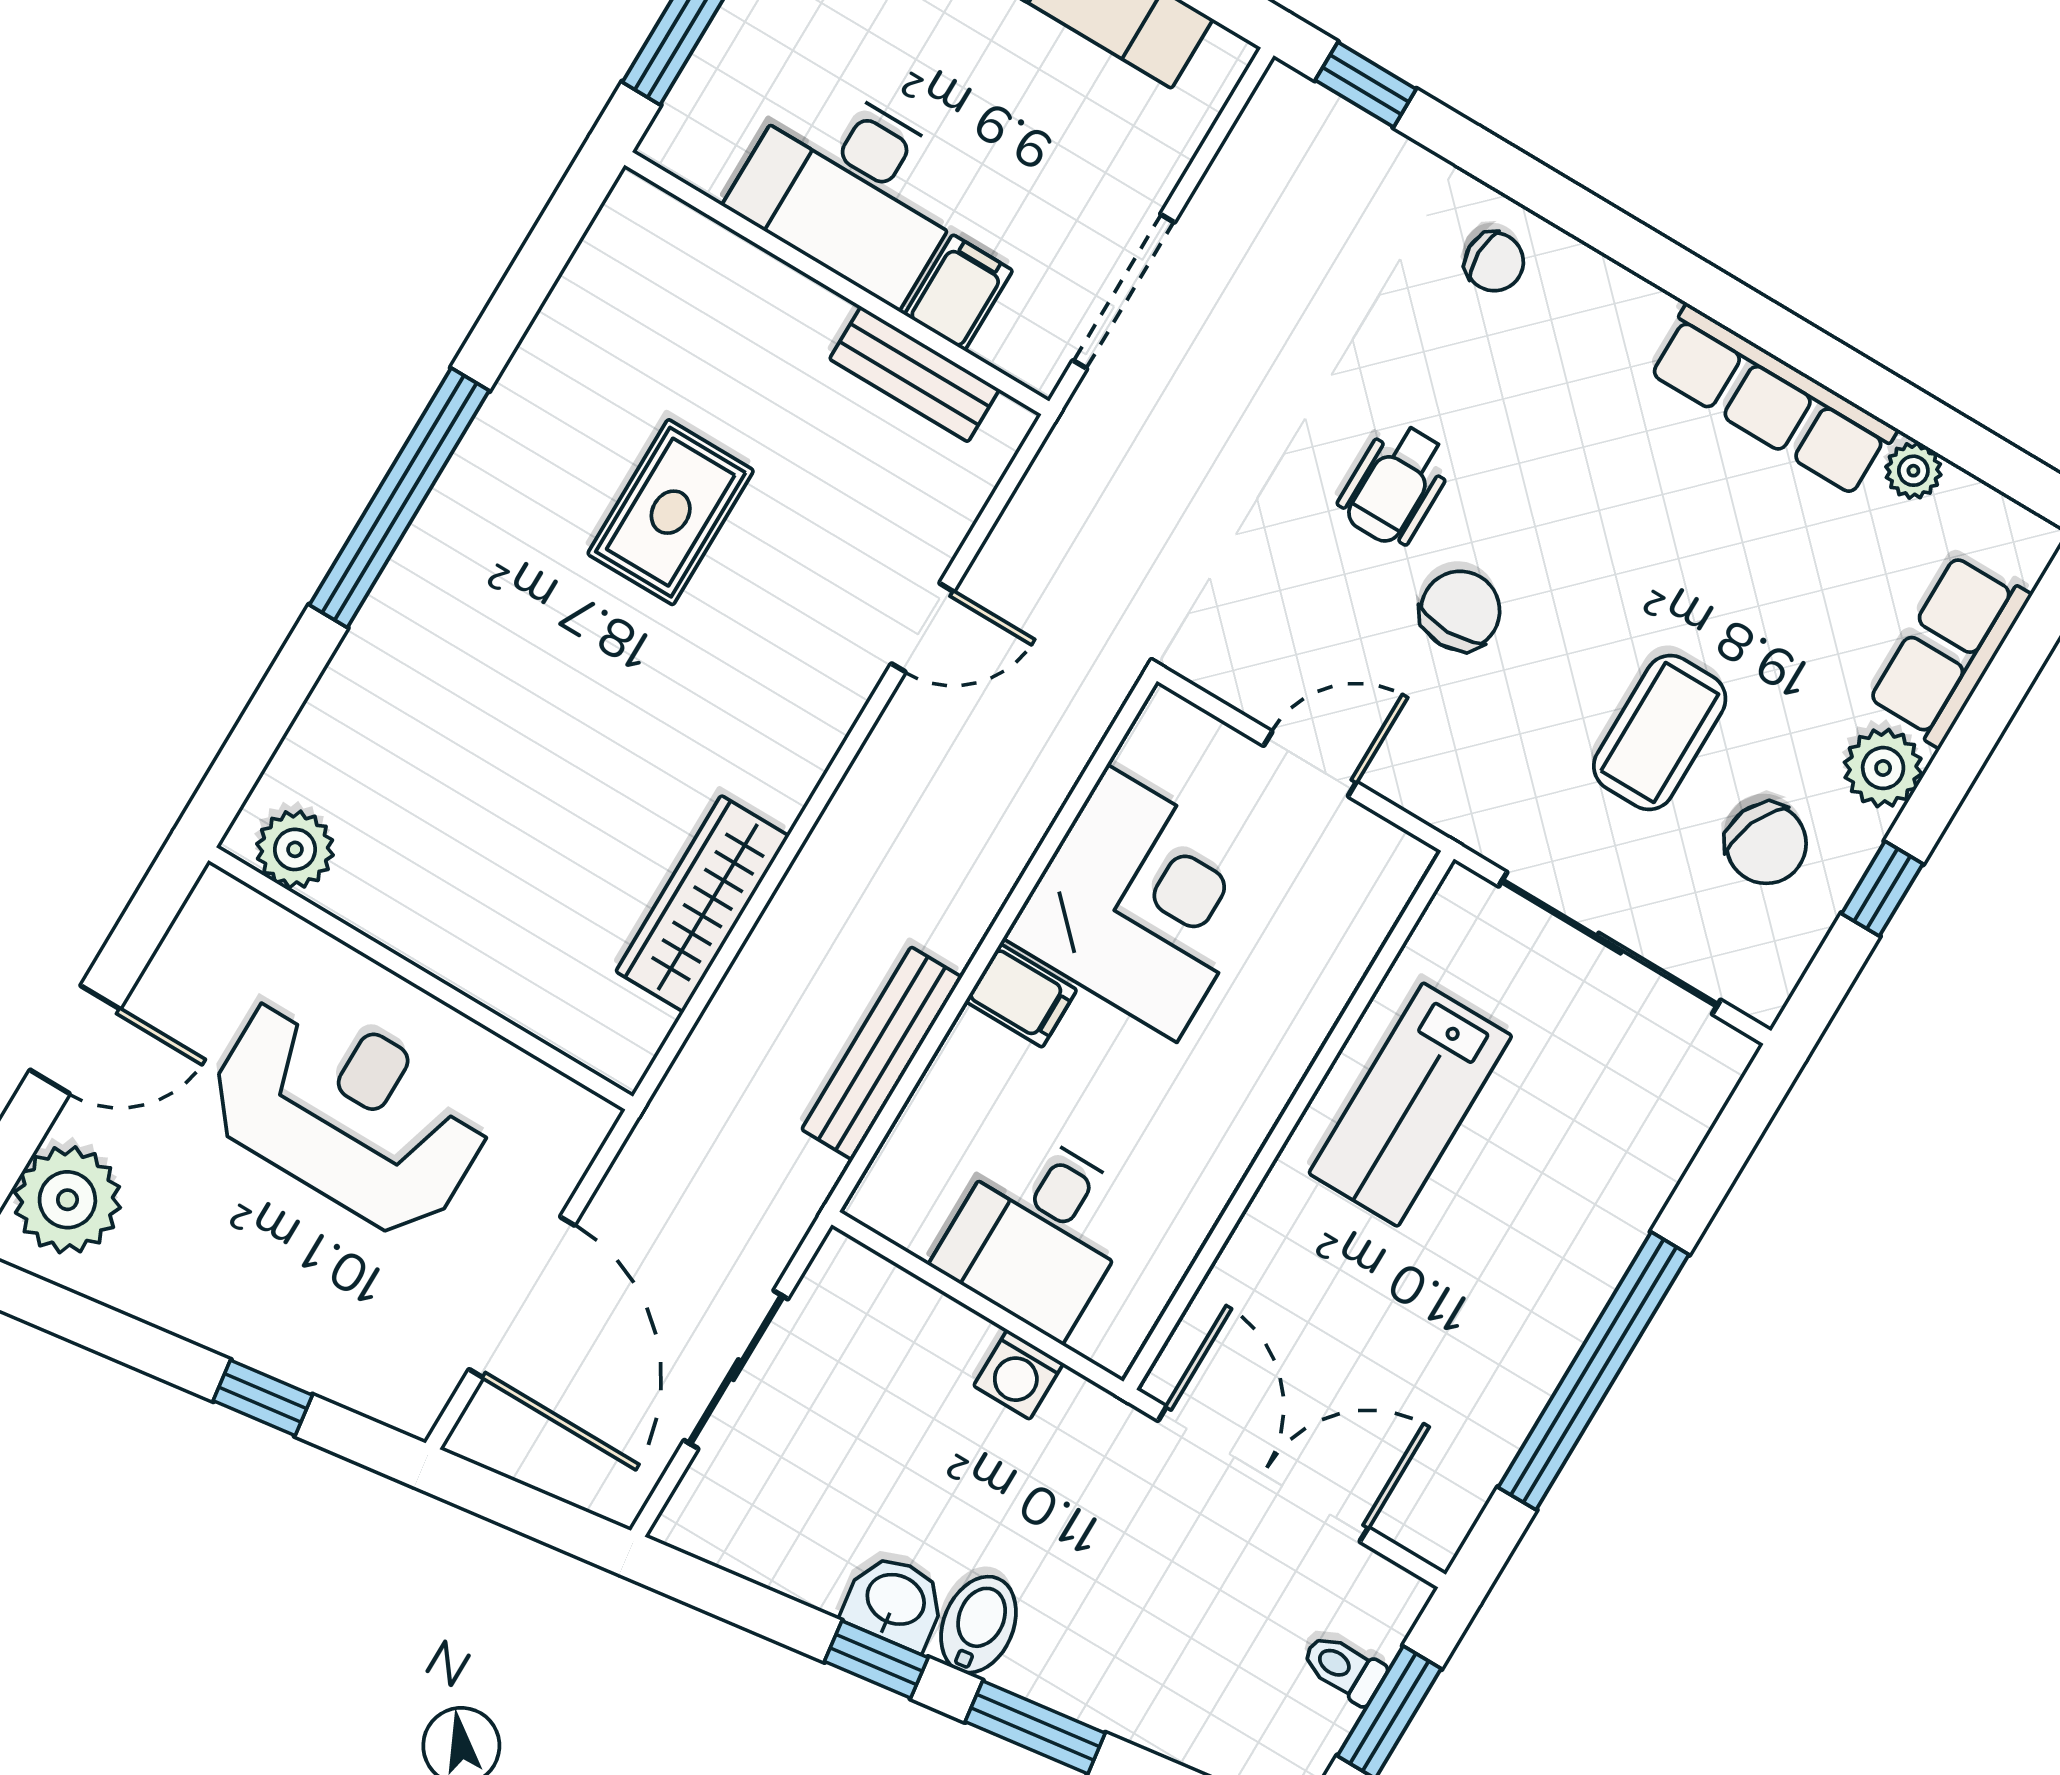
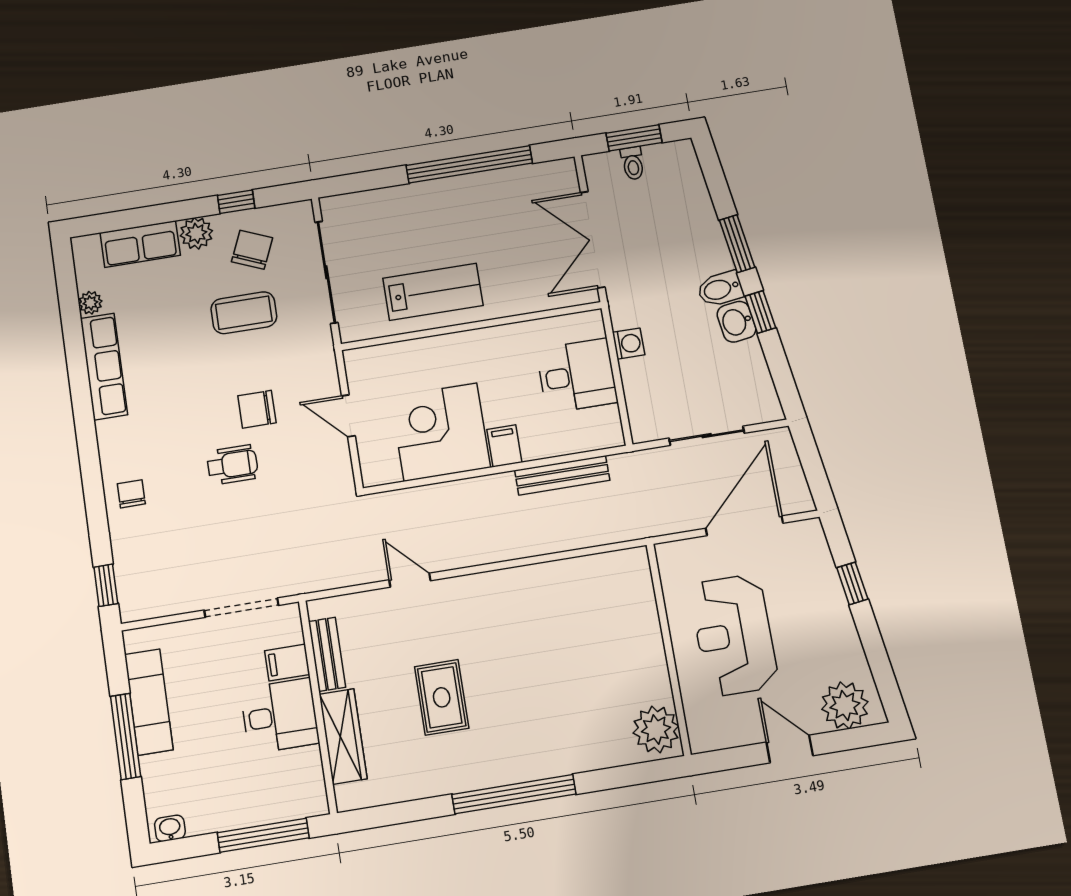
desk: (852, 189) -> (280, 716), width x0.73
rug: (671, 512) -> (442, 697), turned 90
plant: (295, 849) -> (656, 729), width x1.36, depth x1.36
wardrobe: (702, 904) -> (343, 736), moved, turned -90

